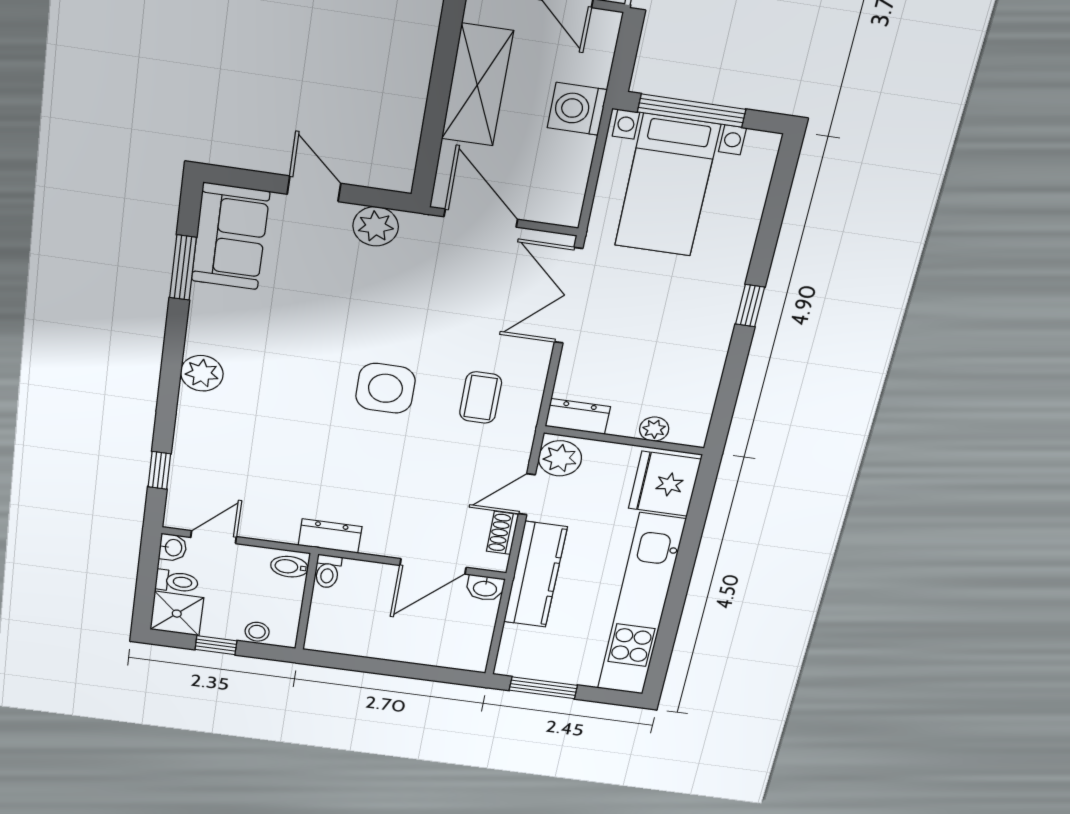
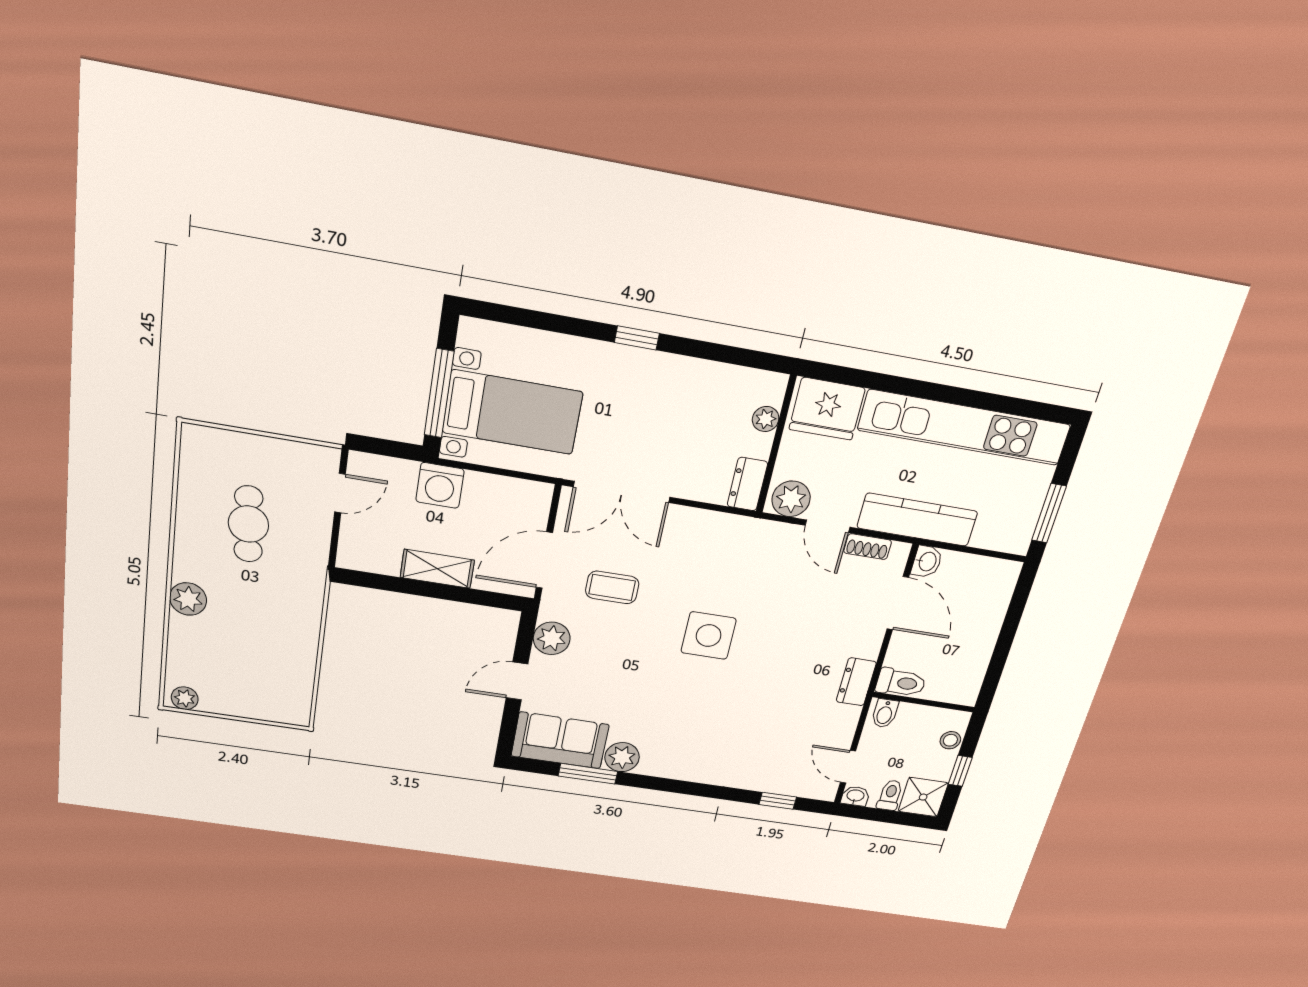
shelving: (477, 85) -> (437, 569), width x0.67, depth x0.75
plant: (202, 373) -> (622, 757), moved
coffee table: (481, 398) -> (612, 587), moved
toilet: (328, 571) -> (901, 683), width x1.37, depth x1.39

